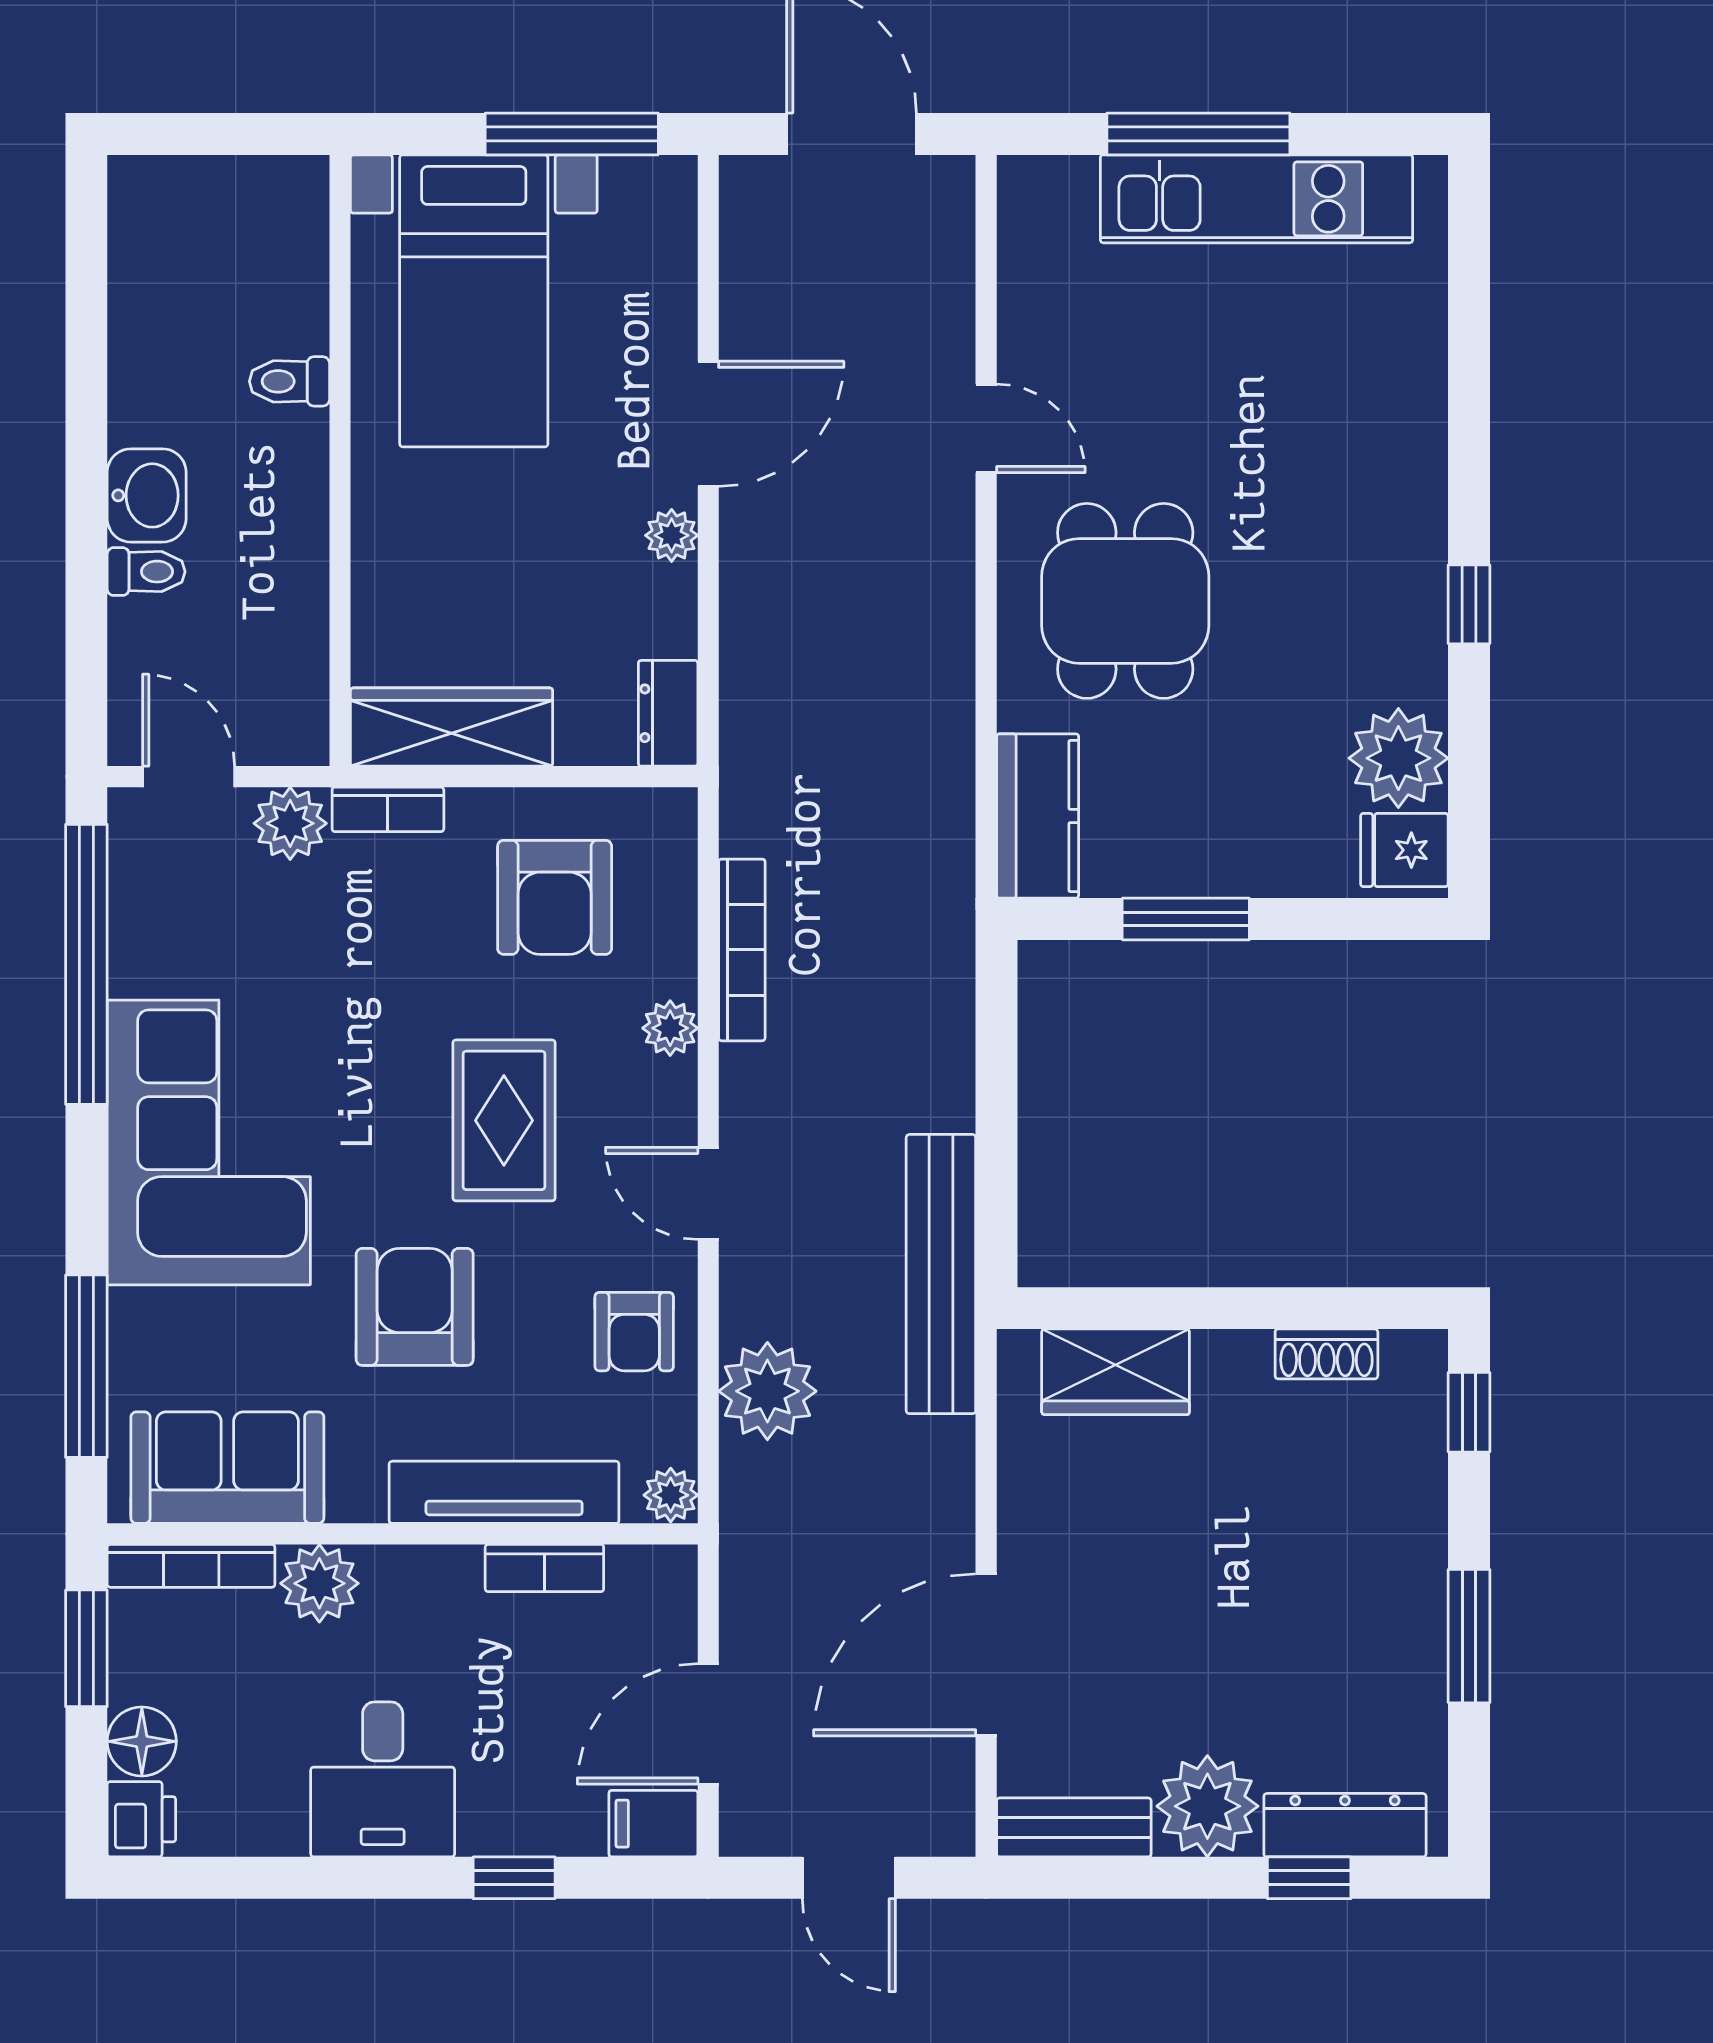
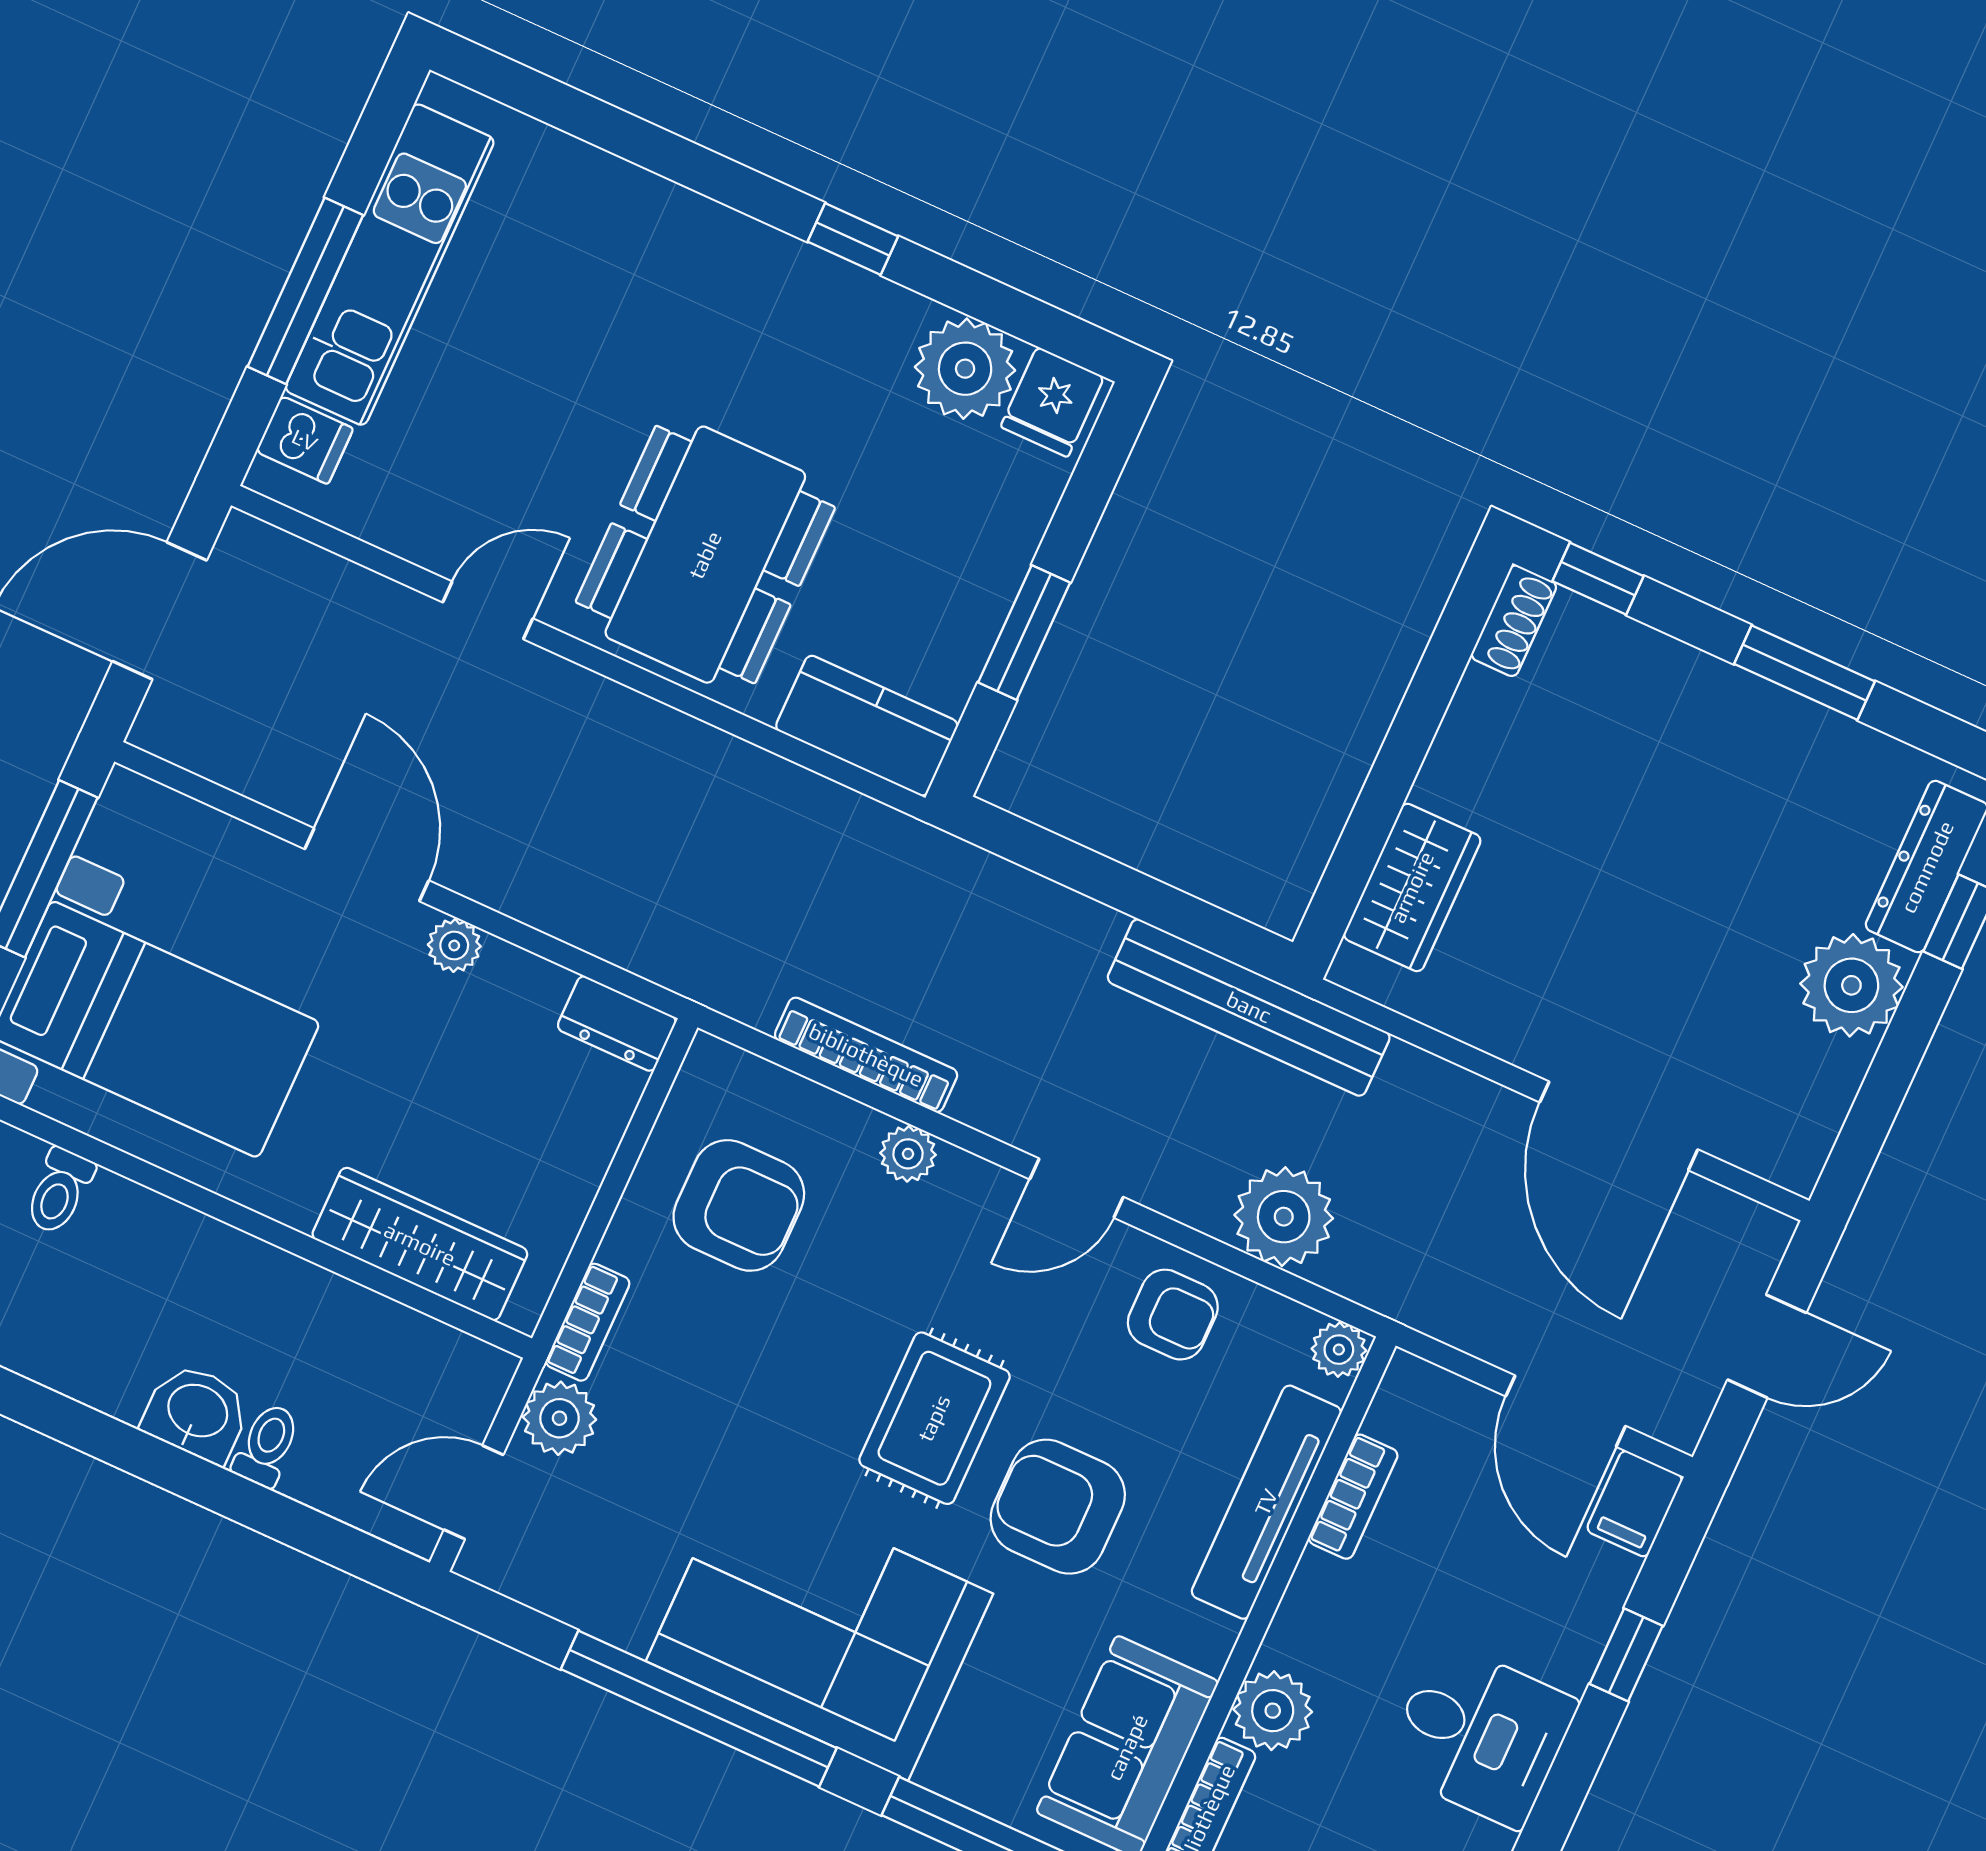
dishwasher: (1064, 194) -> (305, 440), added
toilet: (289, 381) -> (59, 1191), moved
dining table: (1125, 601) -> (705, 555), width x1.37
wardrobe: (452, 727) -> (420, 1244), moved, turned 90
window: (86, 964) -> (699, 1709), moved
rug: (504, 1120) -> (934, 1418), moved, turned 90
shoe rack: (1326, 1354) -> (1514, 621), moved
bench: (1074, 1827) -> (1815, 1118), removed

